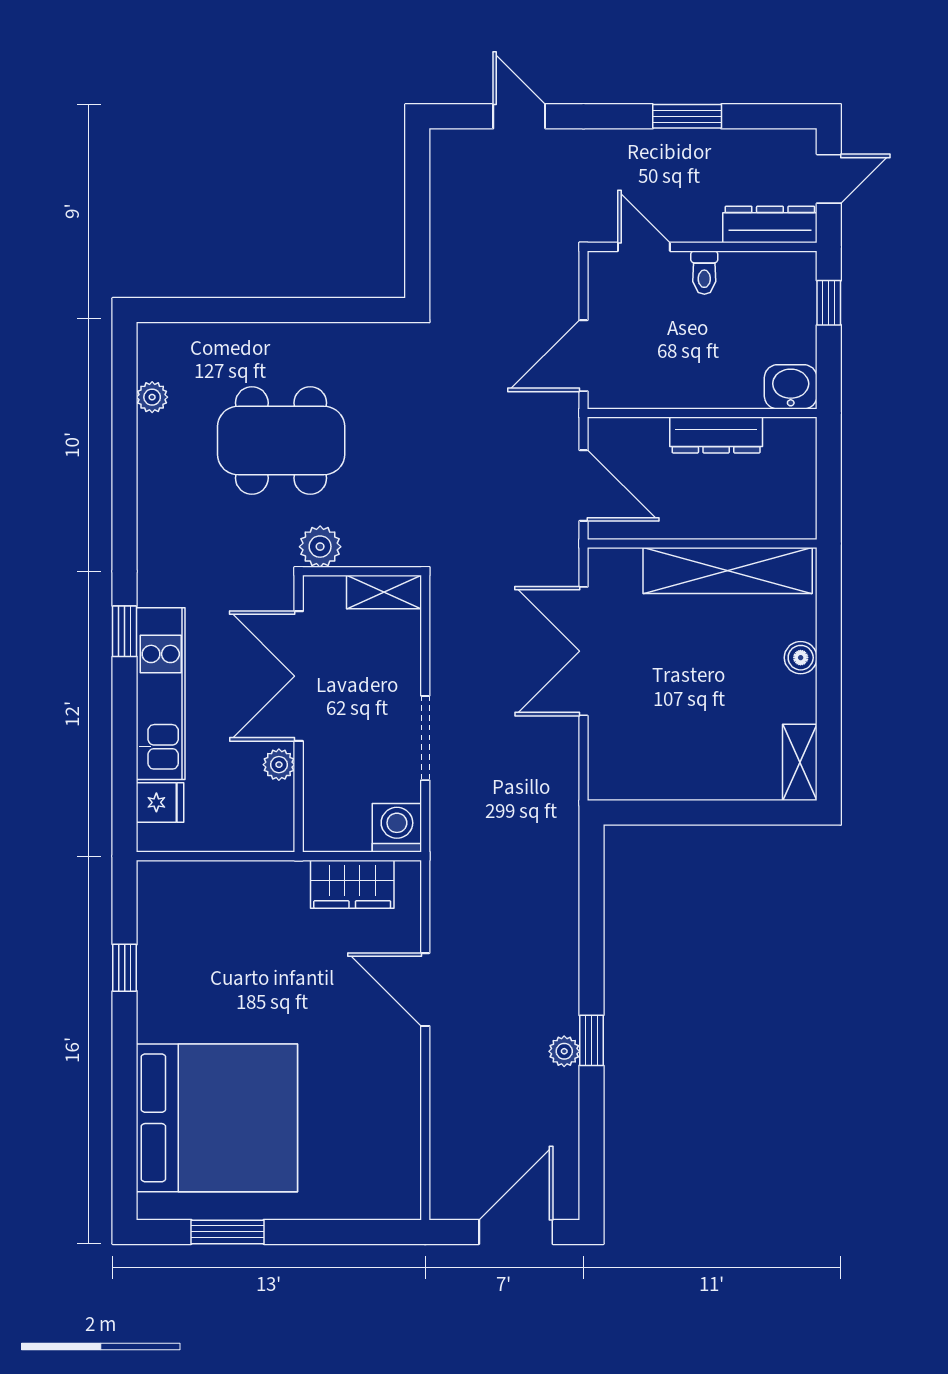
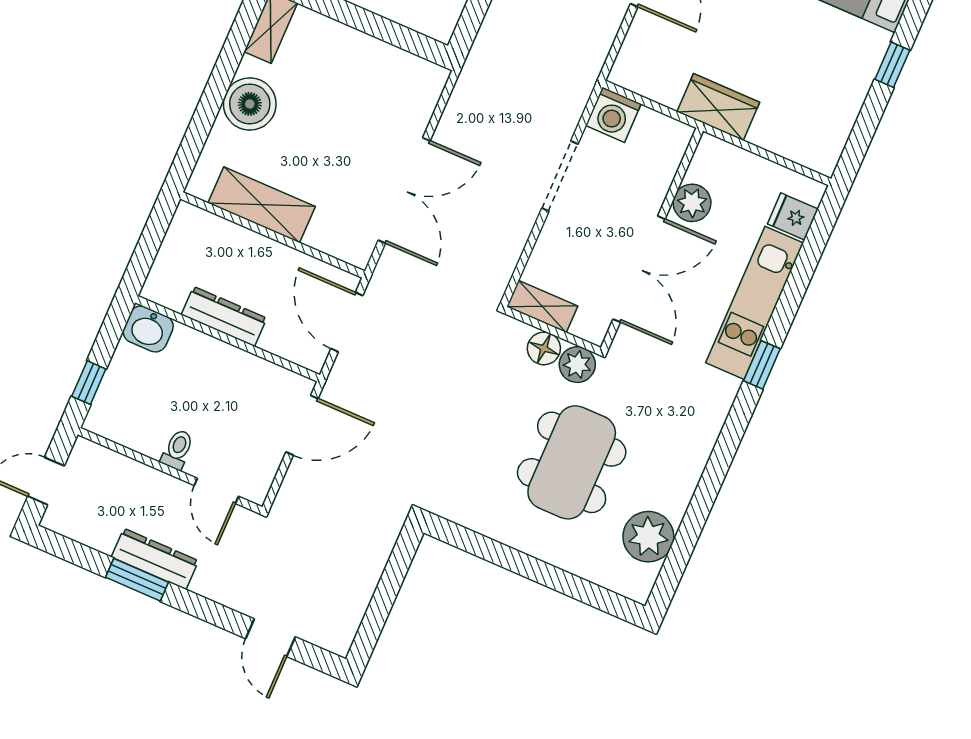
dresser: (770, 224) -> (155, 559), moved, turned 180
plant: (152, 397) -> (648, 537), width x1.88, depth x1.88
dining table: (281, 440) -> (572, 462), turned 90
floor lamp: (363, 548) -> (544, 348), added
shelving: (728, 571) -> (262, 205), width x0.68
boiler: (801, 658) -> (250, 104), width x1.86, depth x1.86
plant: (279, 765) -> (692, 203), width x1.38, depth x1.38
wardrobe: (352, 884) -> (718, 107), moved
window: (125, 968) -> (892, 65), moved

